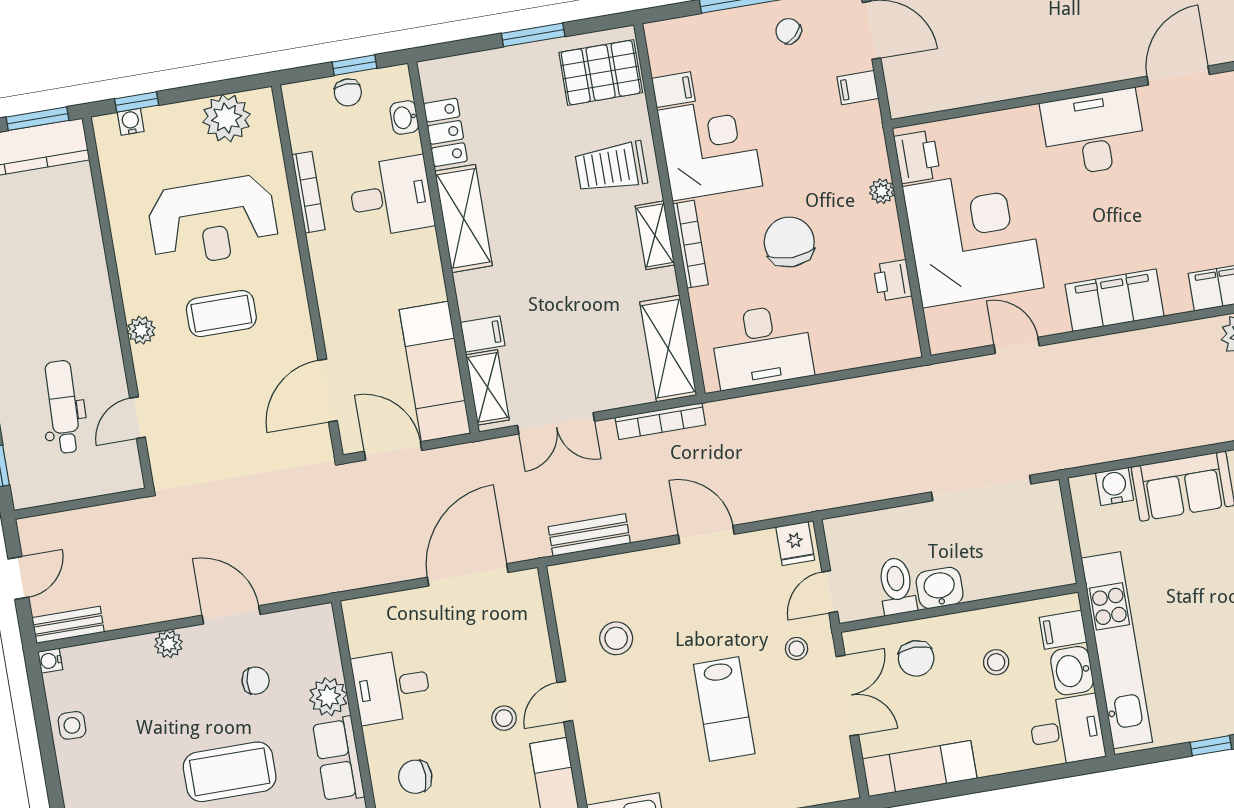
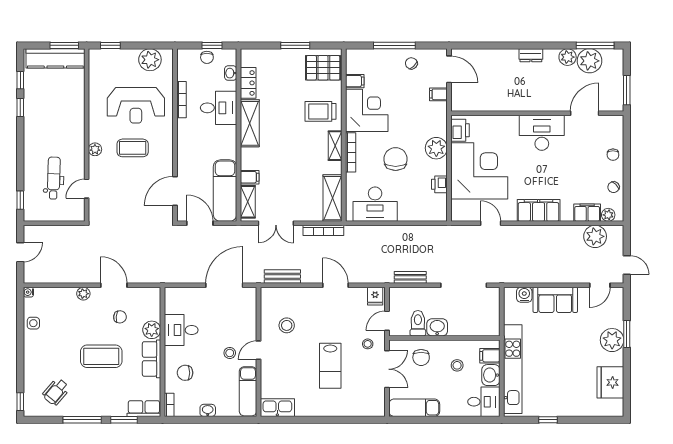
water cooler: (131, 122) -> (106, 54), removed
plant: (882, 191) -> (436, 148), width x1.88, depth x1.88
bench: (68, 625) -> (410, 277), moved

